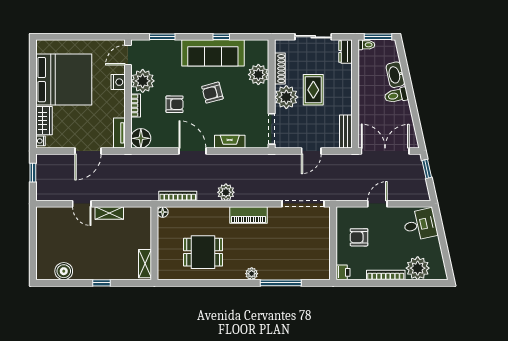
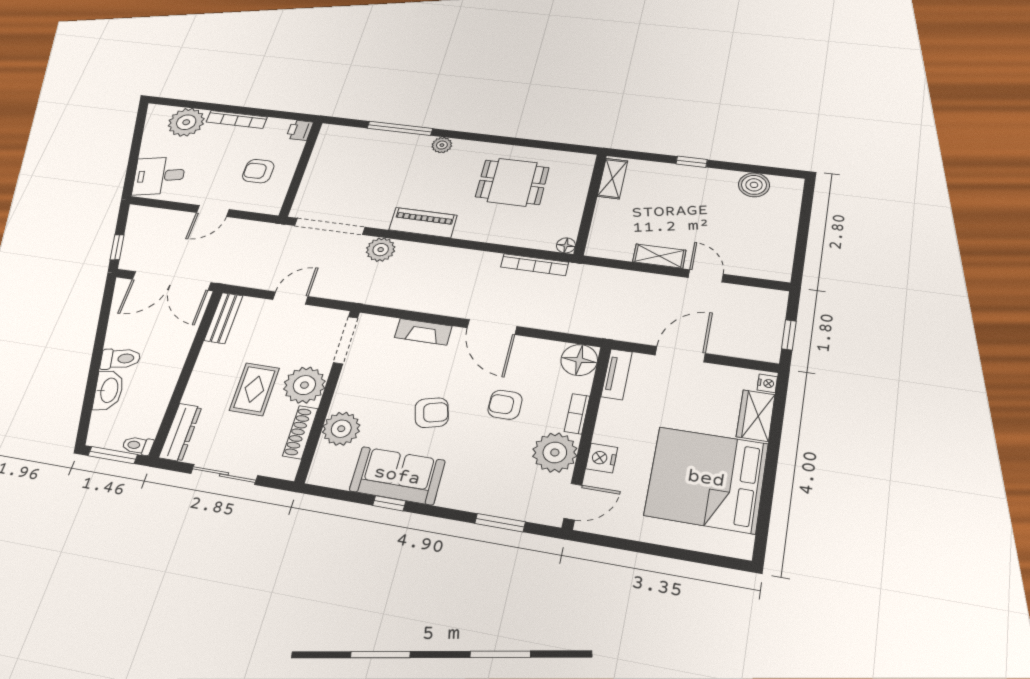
dresser: (346, 52) -> (180, 432), width x1.44
sofa: (213, 53) -> (397, 476), width x0.73
plant: (226, 192) -> (381, 250), moved
armchair: (359, 237) -> (258, 171), turned 180

